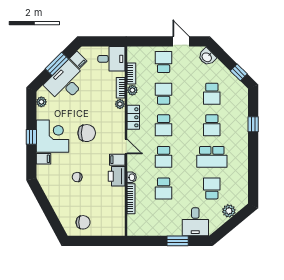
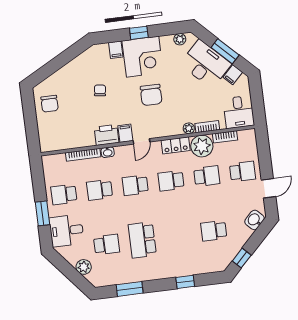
plant: (132, 90) -> (202, 146), width x1.87, depth x1.87
school desk: (212, 125) -> (64, 194), moved
window: (253, 173) -> (130, 289), added

